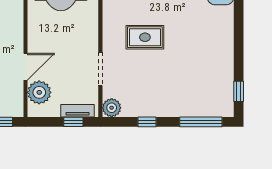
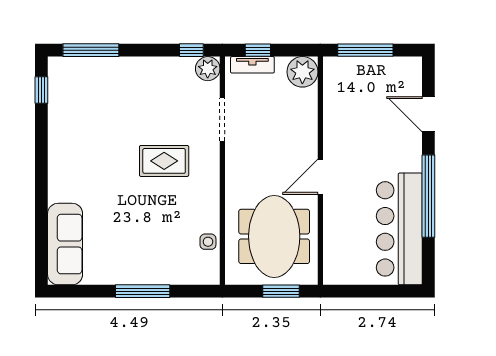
door: (26, 67) -> (320, 177), moved
plant: (39, 92) -> (302, 72), moved
window: (147, 122) -> (191, 50), moved

